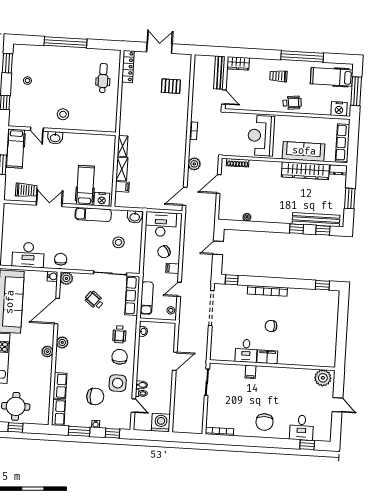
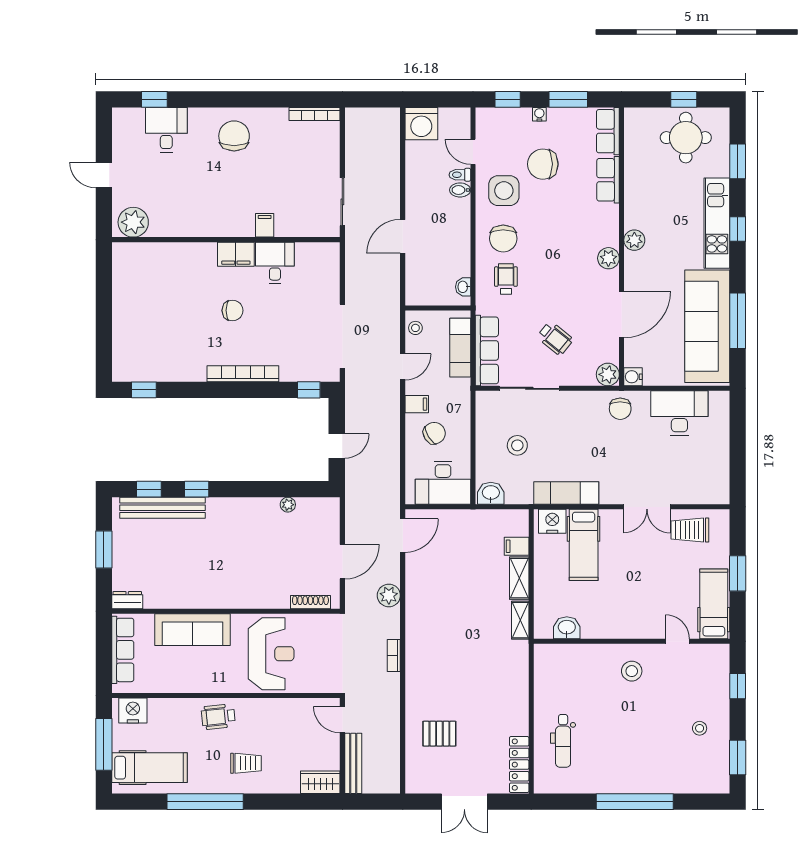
washbasin: (55, 138) -> (567, 628), moved
wardrobe: (305, 171) -> (187, 595), removed

